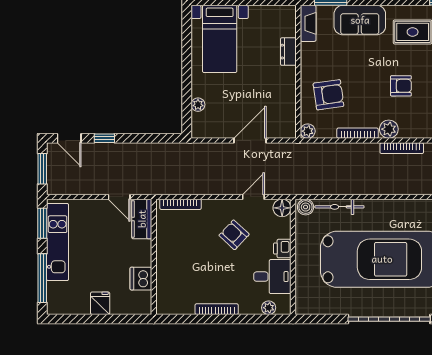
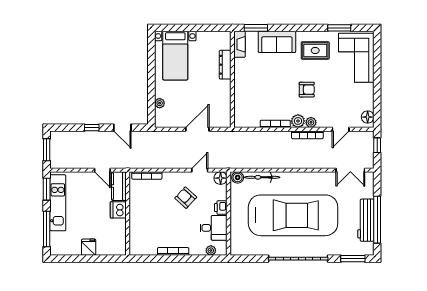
dresser: (288, 52) -> (225, 65), width x1.44
armchair: (328, 95) -> (254, 96), removed
plant: (308, 131) -> (311, 122), moved
door: (69, 138) -> (122, 128), moved
dishwasher: (141, 279) -> (118, 210), moved

